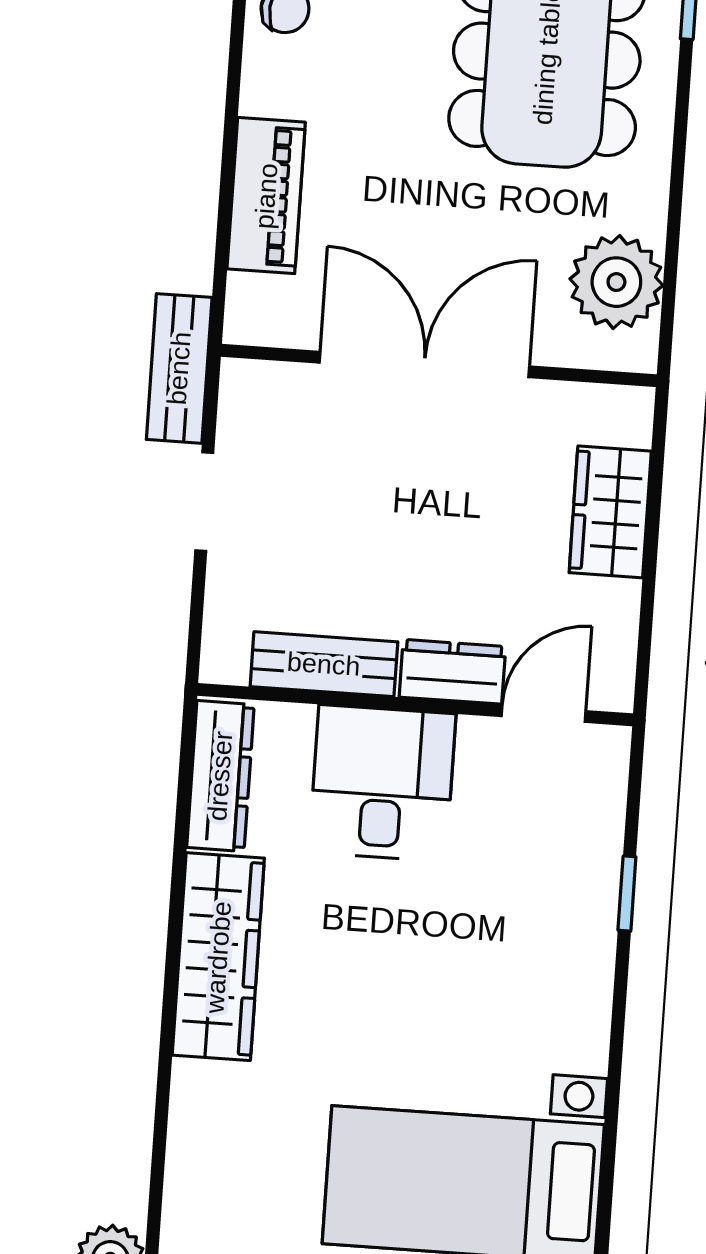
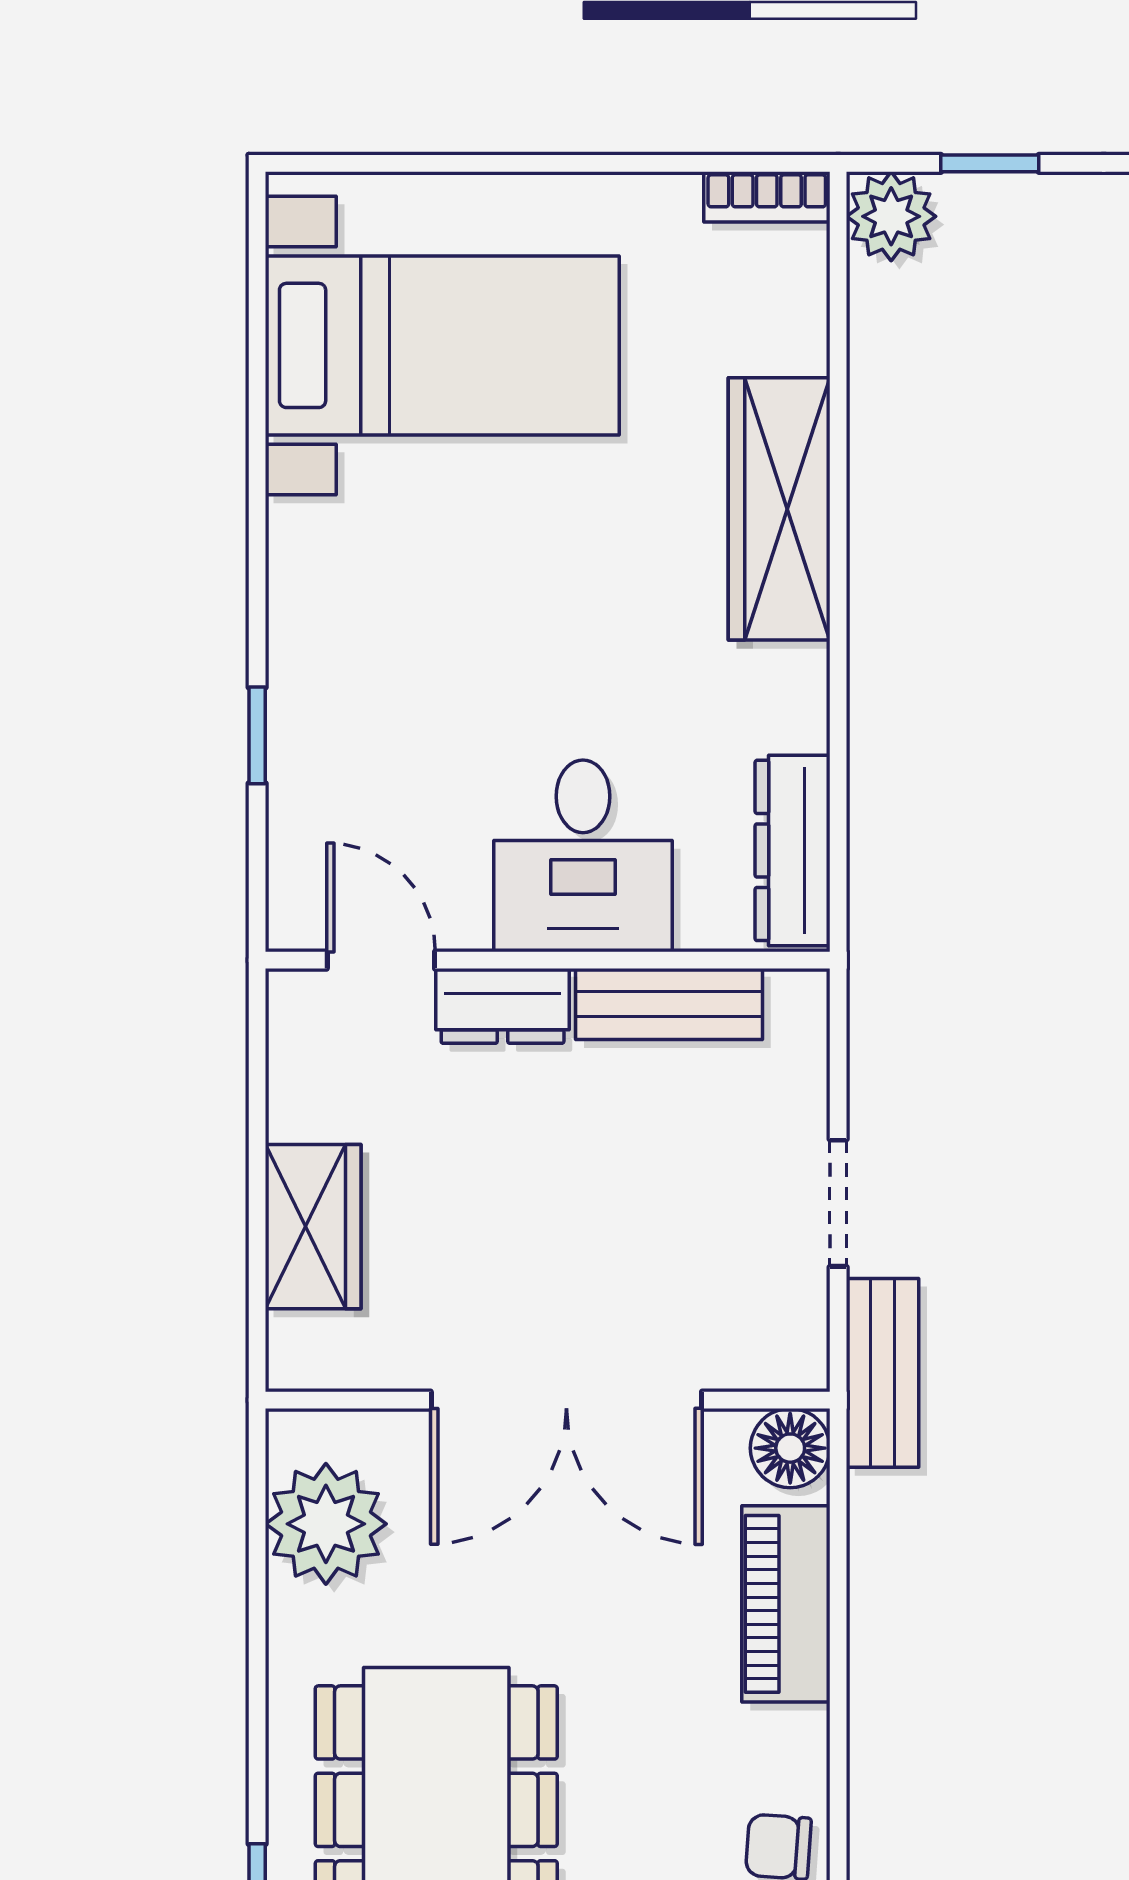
floor lamp: (254, 315) -> (790, 1448), added
door: (544, 714) -> (381, 960), swing flipped
wardrobe: (218, 957) -> (779, 509), moved

